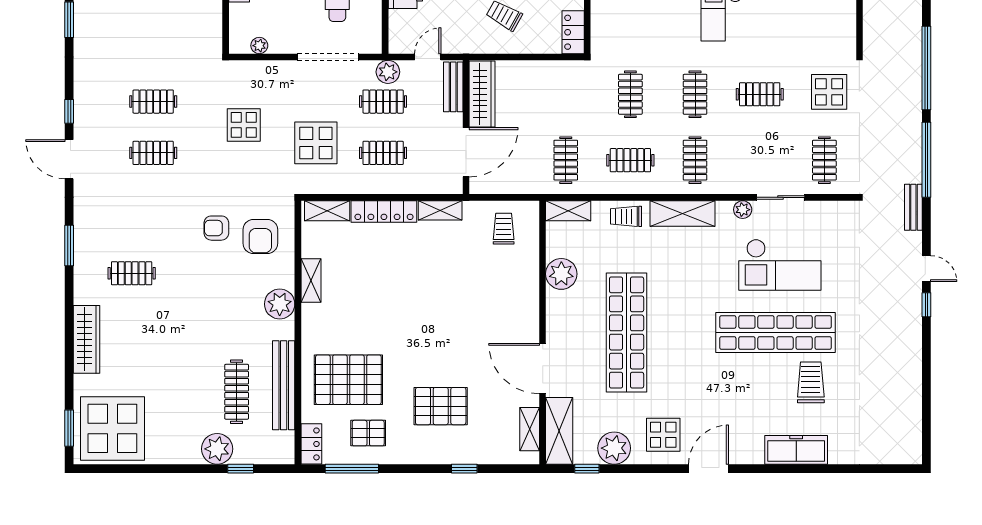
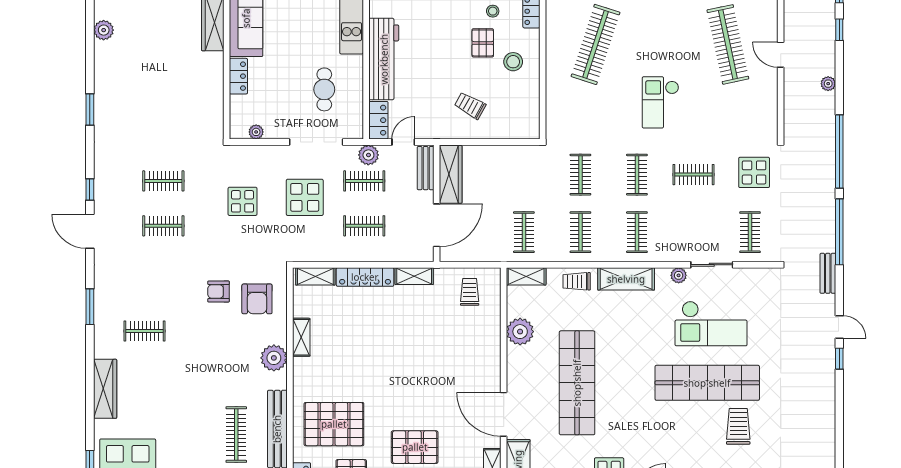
locker: (573, 32) -> (378, 120), moved, turned 180
display table: (316, 143) -> (305, 197), moved
clothes rail: (630, 160) -> (580, 232), turned 90

